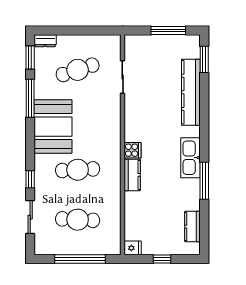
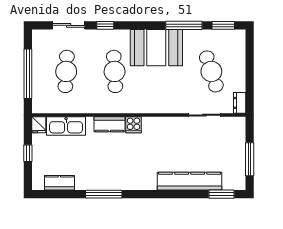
dresser: (45, 41) -> (240, 103), moved
kitchen sink: (190, 158) -> (66, 126), moved, turned 180

